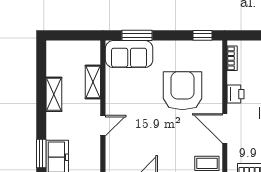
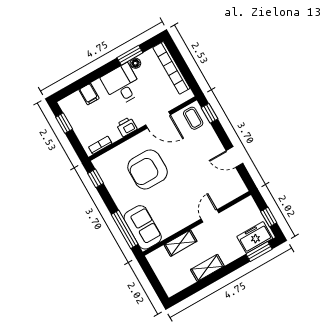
window: (137, 35) -> (125, 229), width x1.44
door: (103, 126) -> (210, 216), hinge flipped
door: (225, 128) -> (158, 120), hinge flipped

